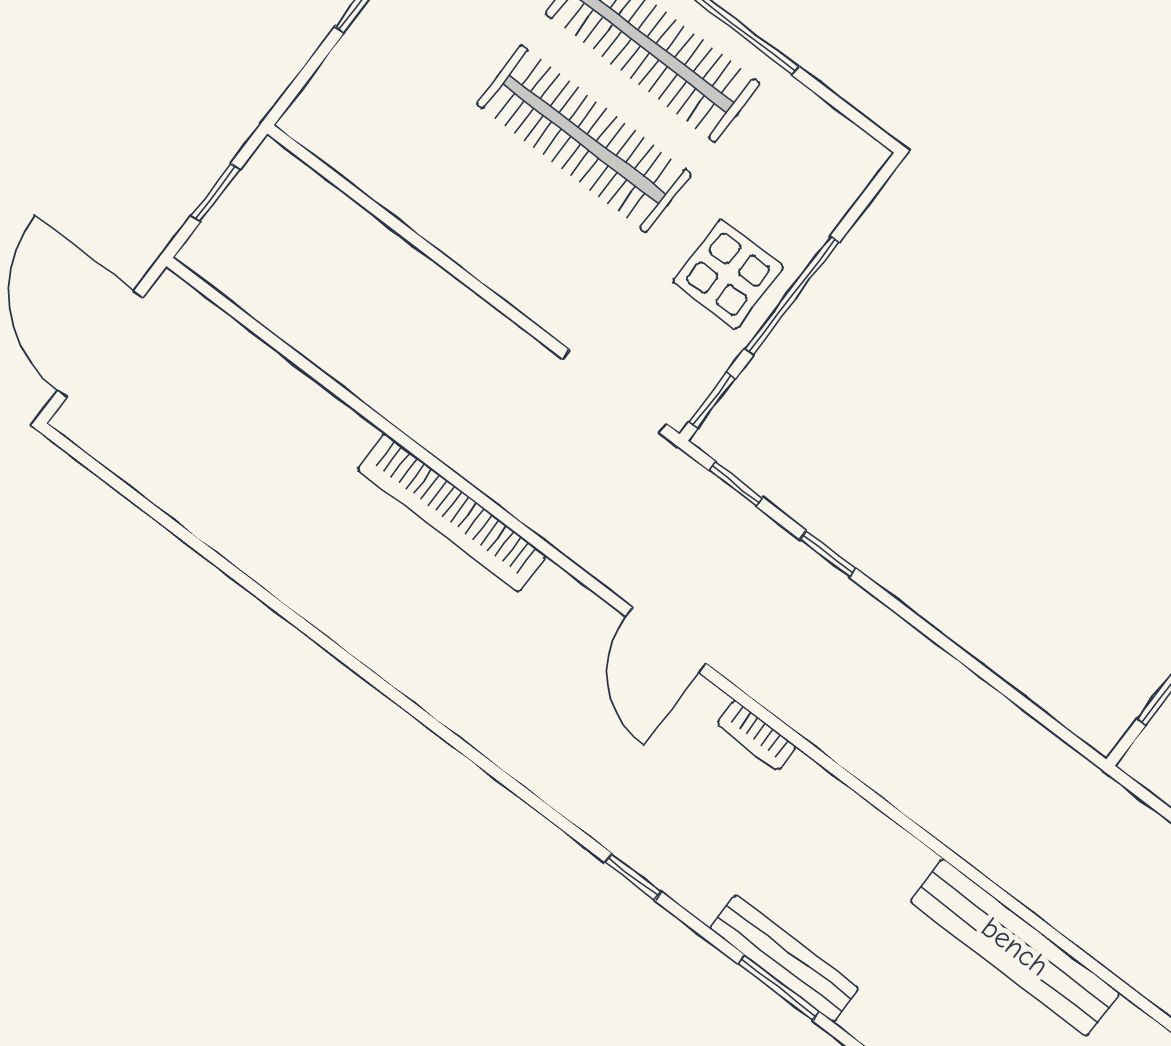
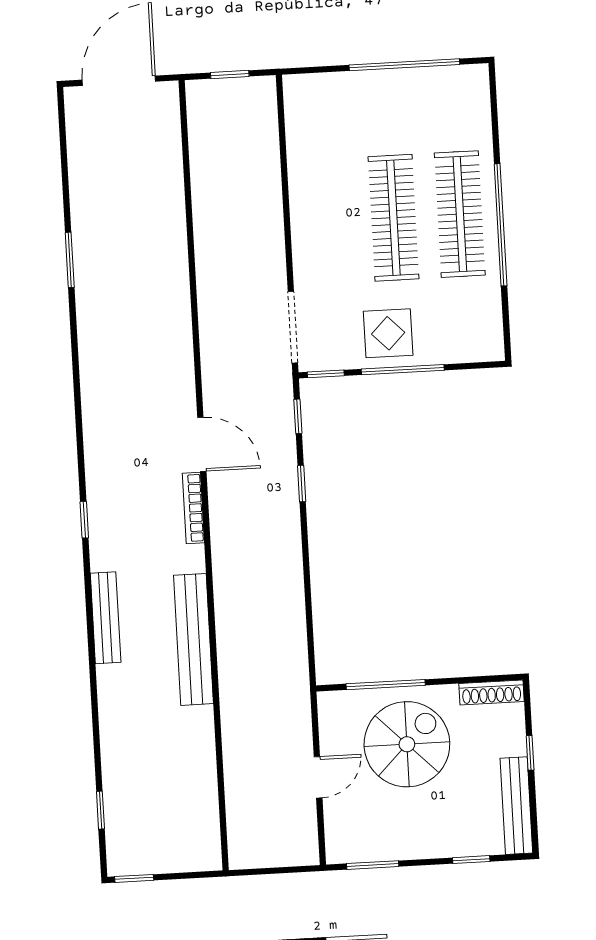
bookcase: (452, 513) -> (177, 301), removed
door: (666, 640) -> (202, 444), swing flipped
bookcase: (757, 735) -> (193, 508), width x1.56
bench: (1015, 947) -> (194, 639), moved
window: (779, 988) -> (70, 260), moved

